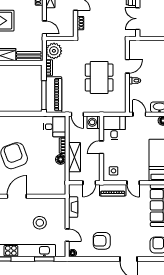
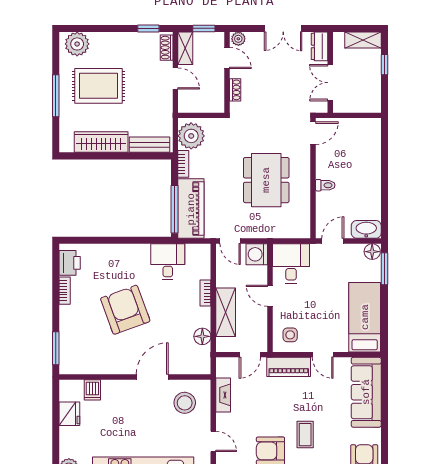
door: (44, 27) -> (175, 79), moved
door: (127, 66) -> (313, 133), moved
door: (139, 114) -> (333, 241), hinge flipped
desk: (55, 127) -> (168, 262), moved, turned -90
door: (101, 147) -> (270, 296), hinge flipped
floor lamp: (61, 159) -> (202, 336), moved
door: (17, 196) -> (152, 377), moved
stool: (40, 223) -> (185, 403), moved
coffee table: (123, 231) -> (305, 435), added

